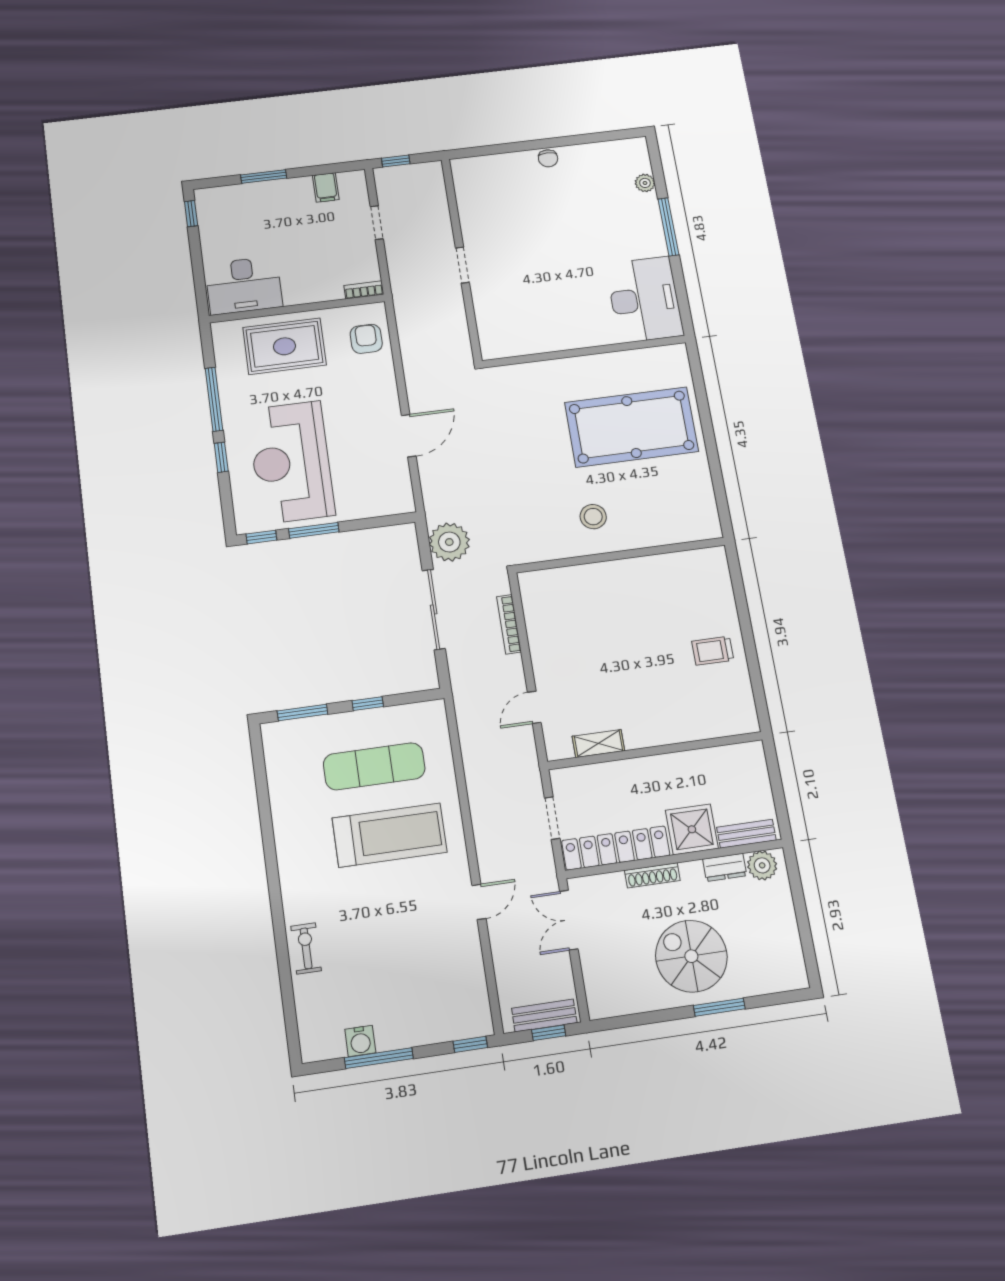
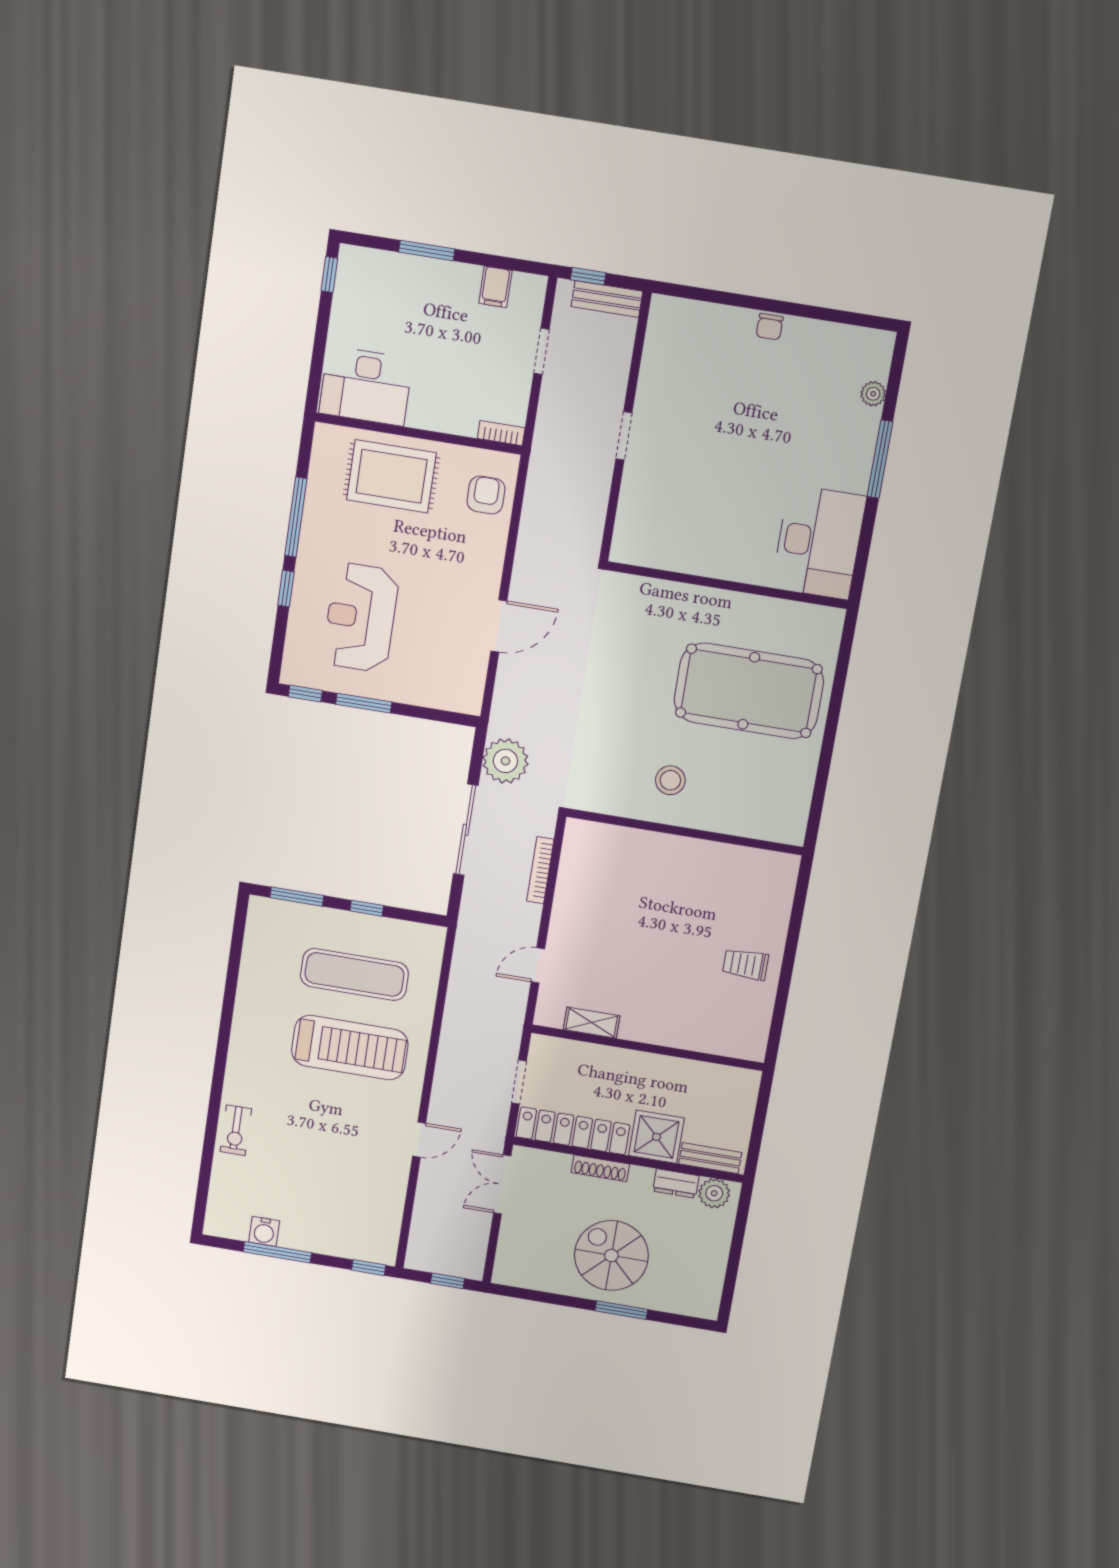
reception desk: (291, 462) -> (361, 617), width x0.74, depth x0.77
exercise bike: (306, 948) -> (236, 1130), turned 180
bench: (544, 1015) -> (607, 299), moved

